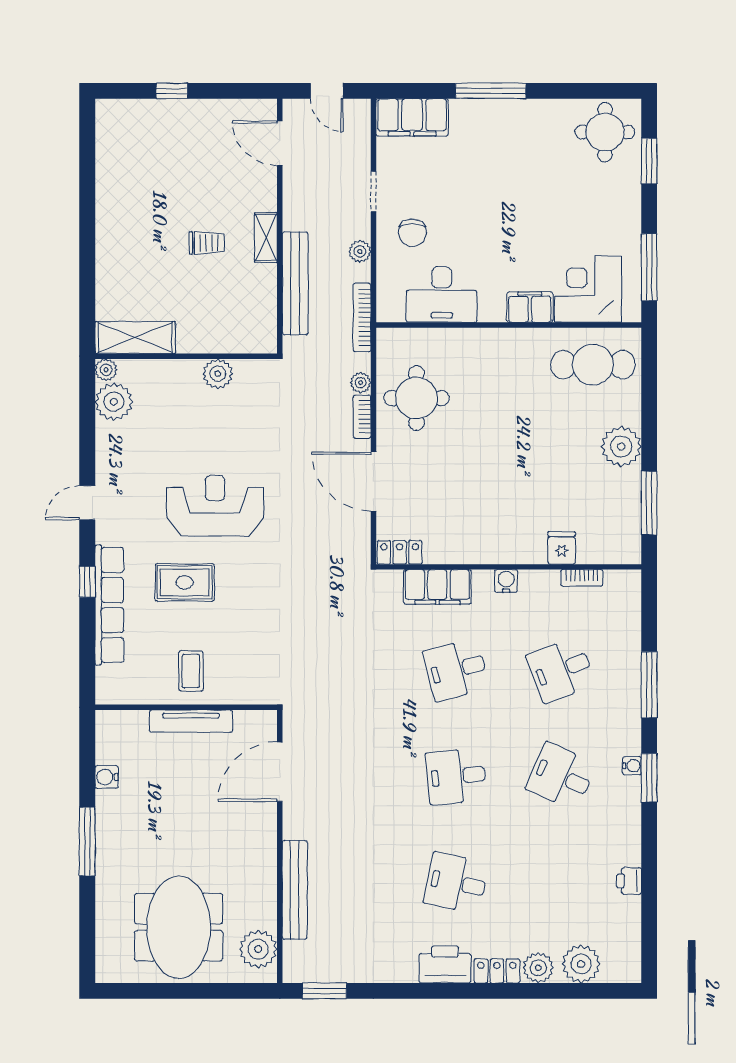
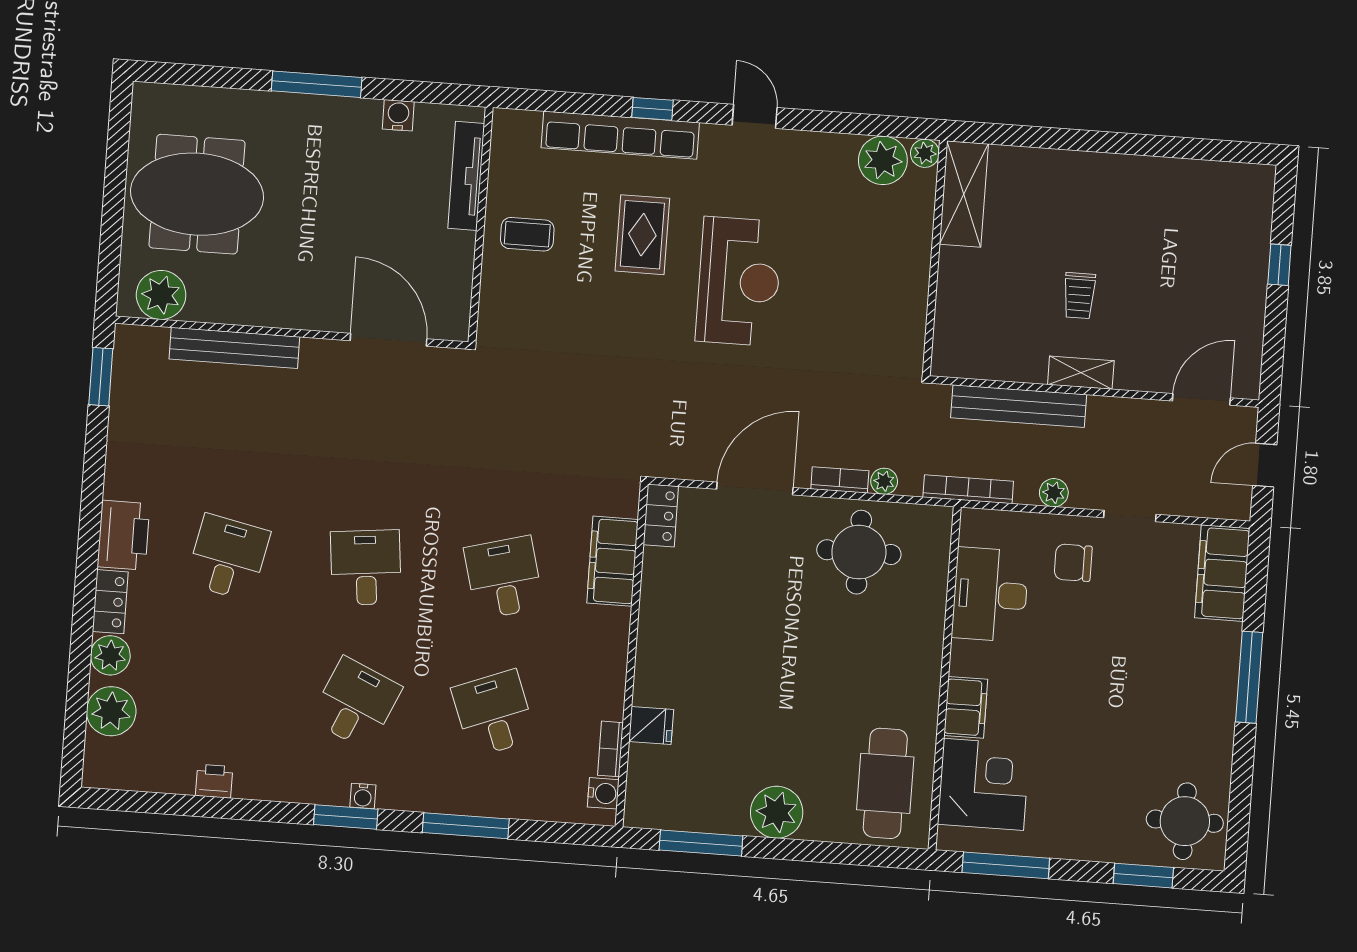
plant: (218, 374) -> (909, 297), removed
water cooler: (506, 581) -> (603, 793), moved
tv unit: (191, 721) -> (466, 176), moved

